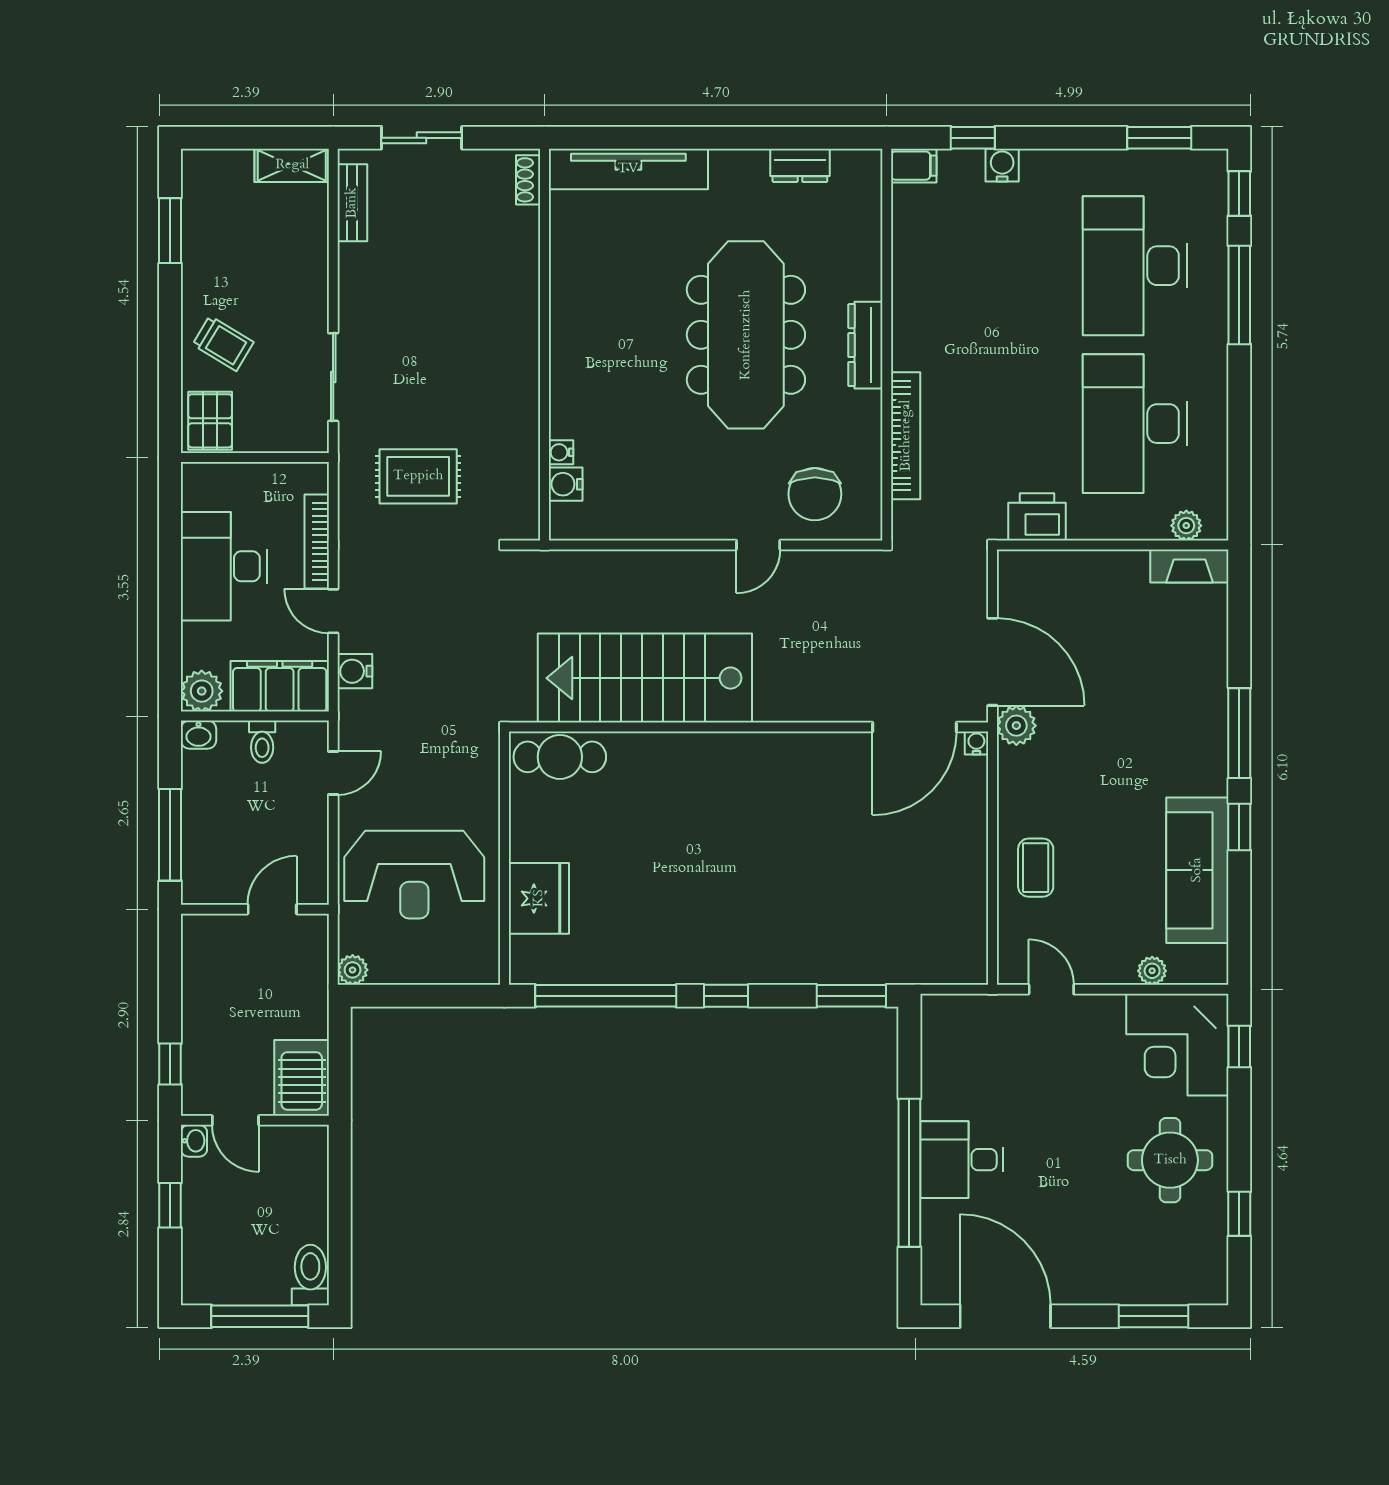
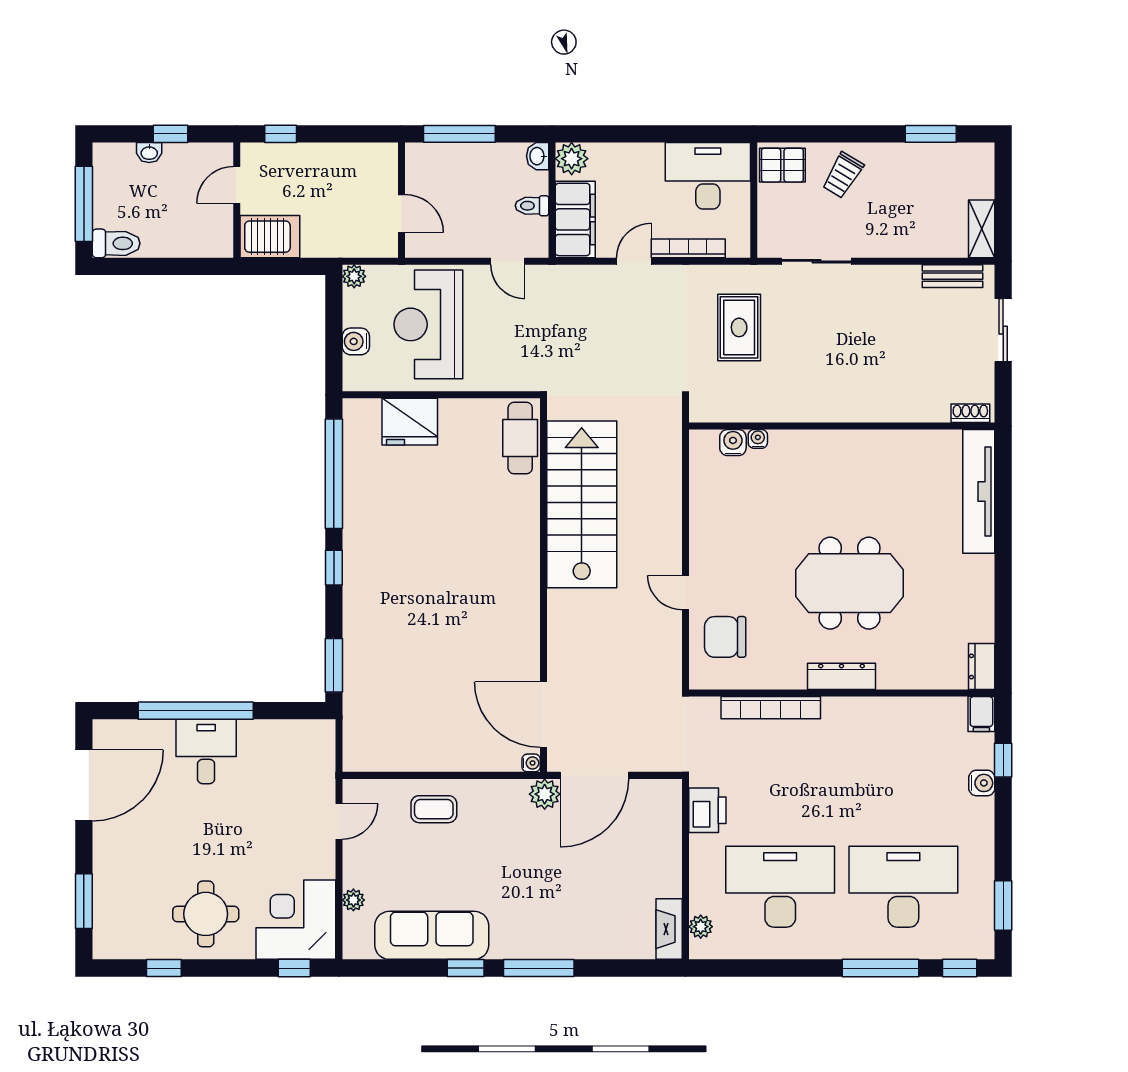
dresser: (800, 165) -> (982, 666), moved
meeting table: (746, 335) -> (849, 583), width x0.73
desk: (224, 566) -> (708, 176), moved
water cooler: (355, 671) -> (356, 341), moved, turned -90
washbasin: (194, 1141) -> (149, 153), moved

